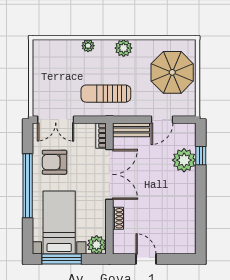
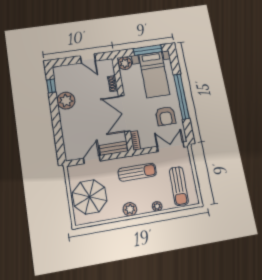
sun lounger: (55, 67) -> (179, 186), added
window: (201, 156) -> (51, 86), moved
plant: (184, 160) -> (66, 101), moved
armchair: (54, 162) -> (166, 116), turned 90

